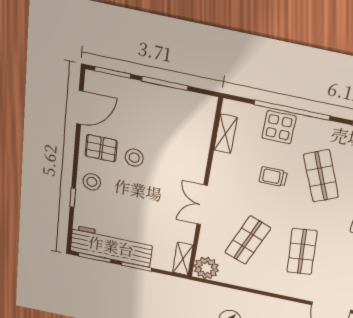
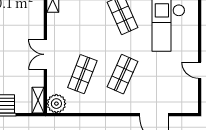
trolley: (273, 177) -> (90, 22), removed
shop shelf: (302, 252) -> (123, 74), turned 30

